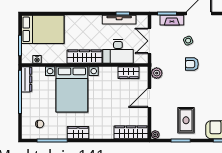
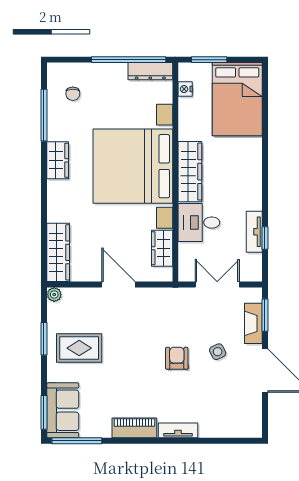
tv unit: (119, 20) -> (254, 232), width x0.71
desk: (118, 51) -> (199, 223), width x0.73
plant: (157, 73) -> (161, 297), removed
bed with nightstands: (72, 89) -> (133, 166), width x1.36

